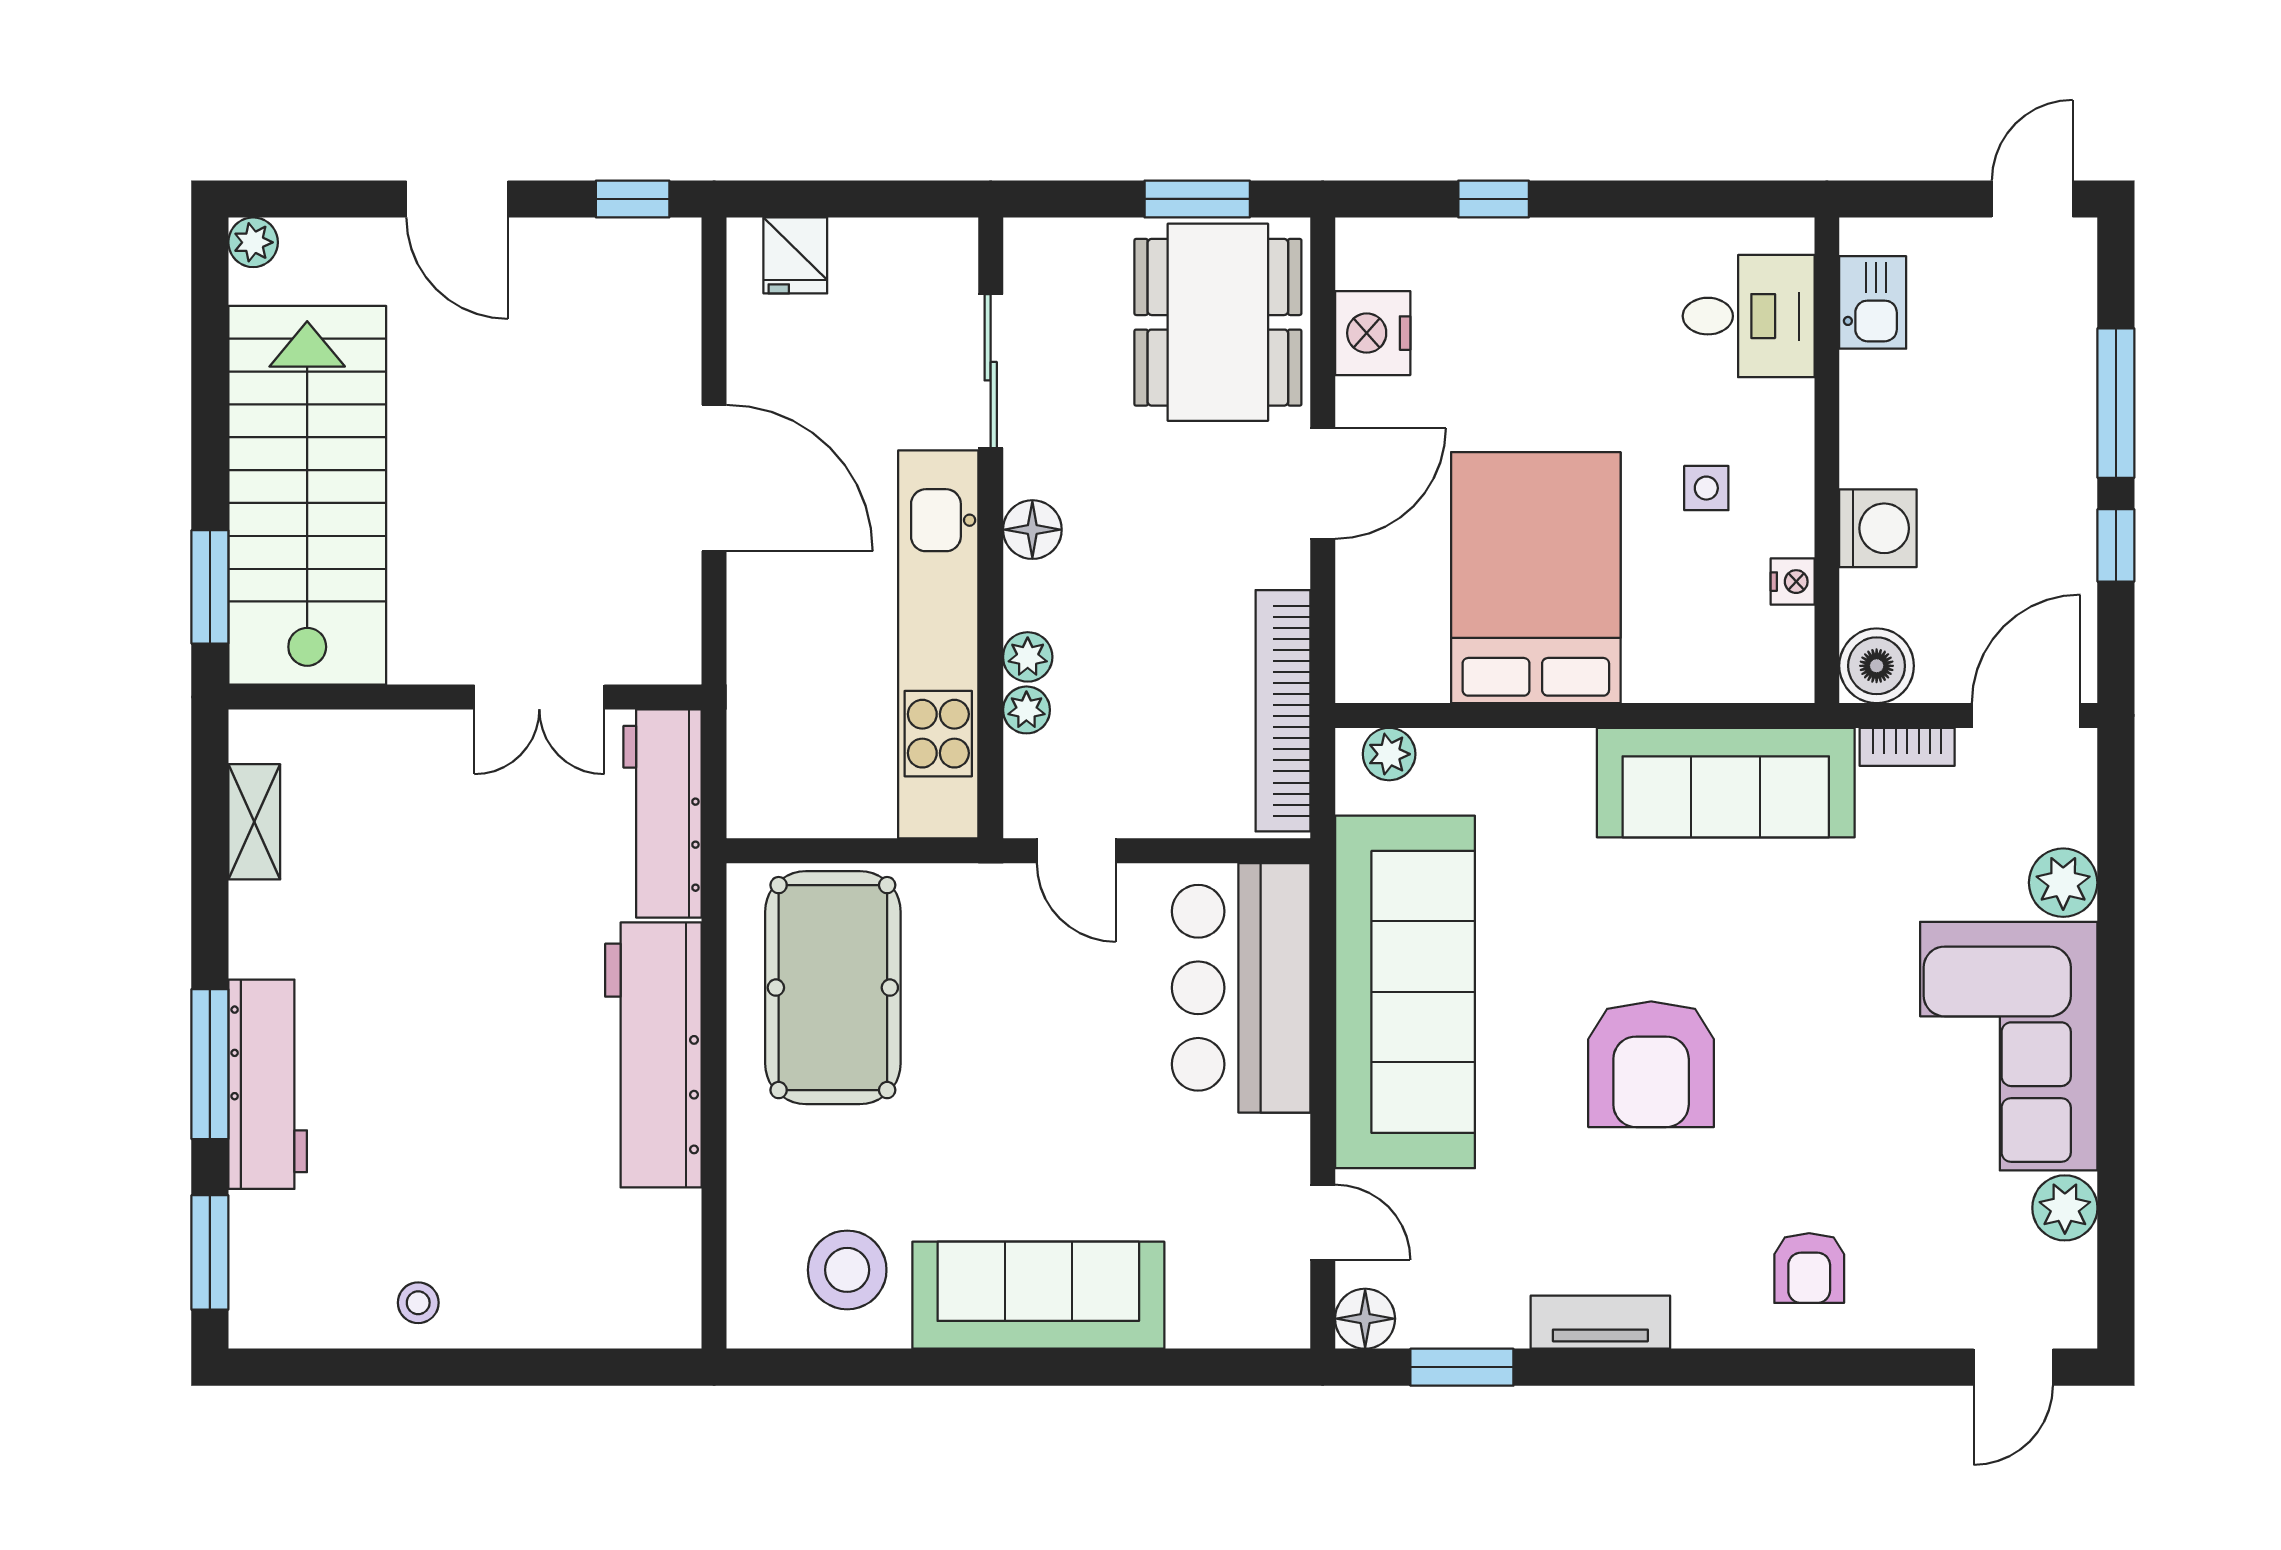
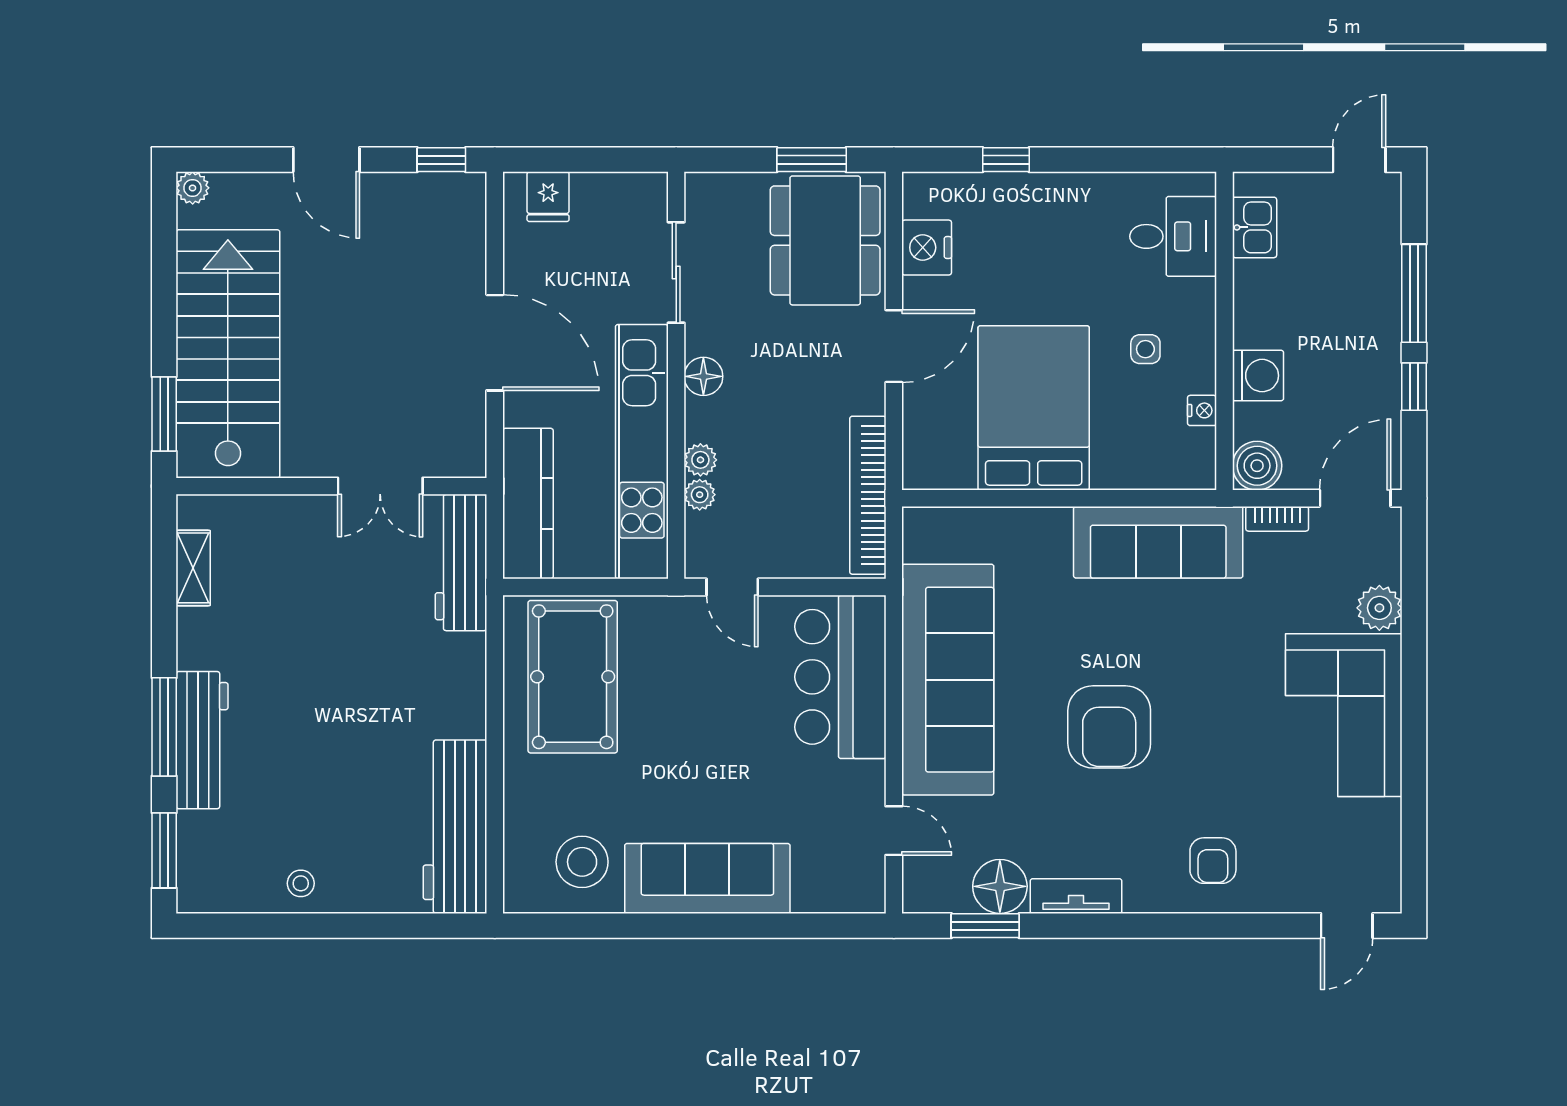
kitchen counter: (765, 724) -> (528, 504), added
plant: (1389, 754) -> (937, 524), removed
workbench: (653, 1055) -> (455, 827), moved
plant: (2065, 1208) -> (1381, 821), removed
floor lamp: (1365, 1319) -> (1000, 886), moved, width x1.38, depth x1.38

